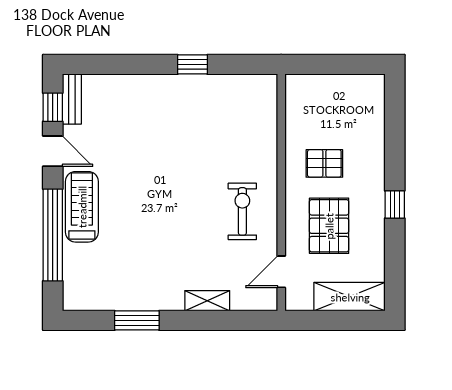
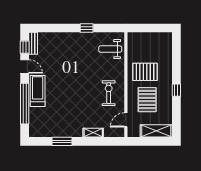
weight bench: (246, 112) -> (110, 49), added
pallet: (324, 163) -> (145, 72), width x1.50, depth x1.42

